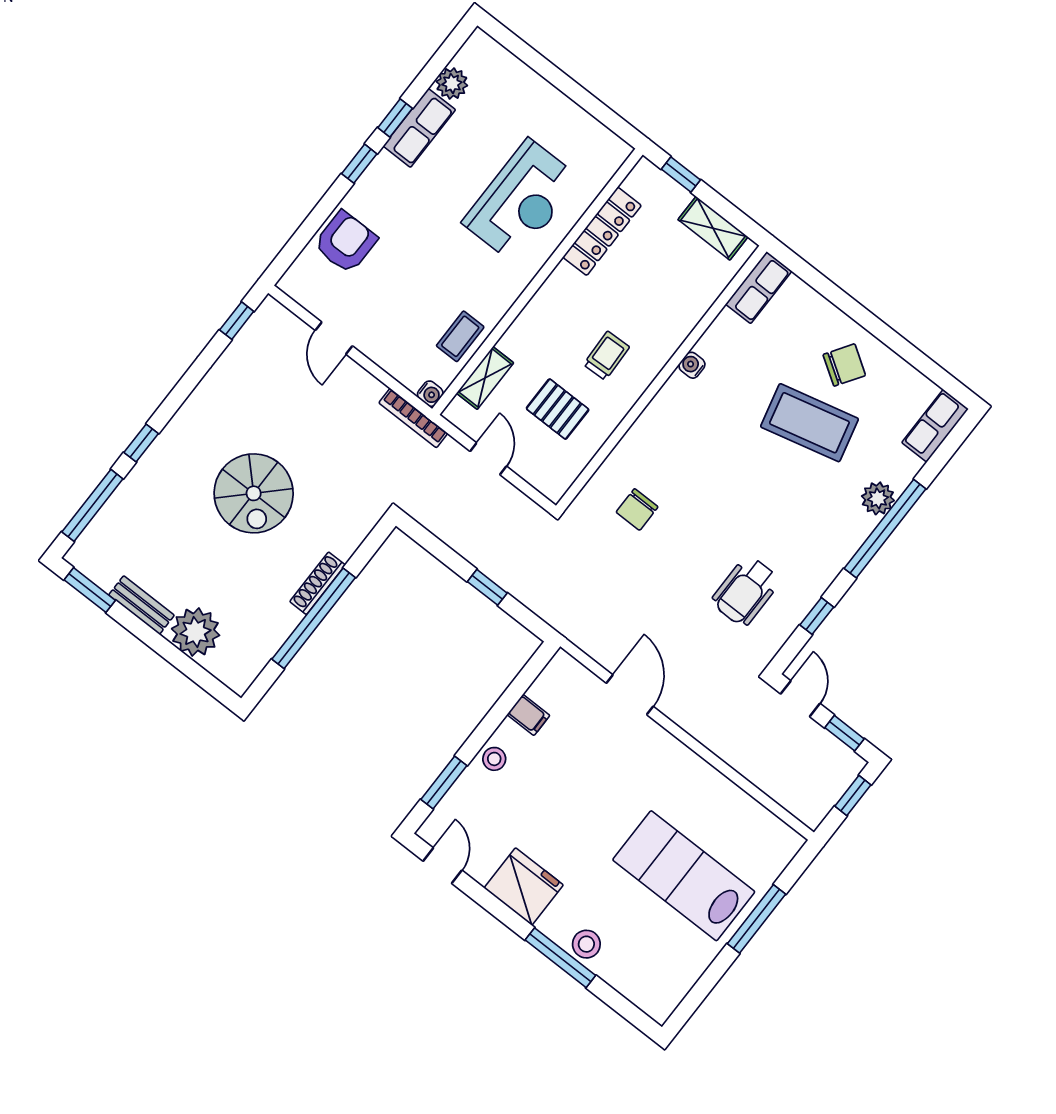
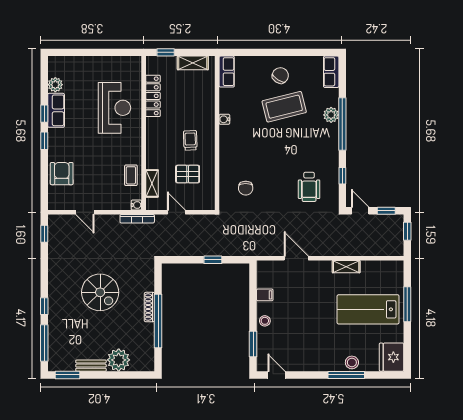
shelving: (703, 775) -> (346, 267), added
fridge: (524, 887) -> (392, 357), moved, turned -90

